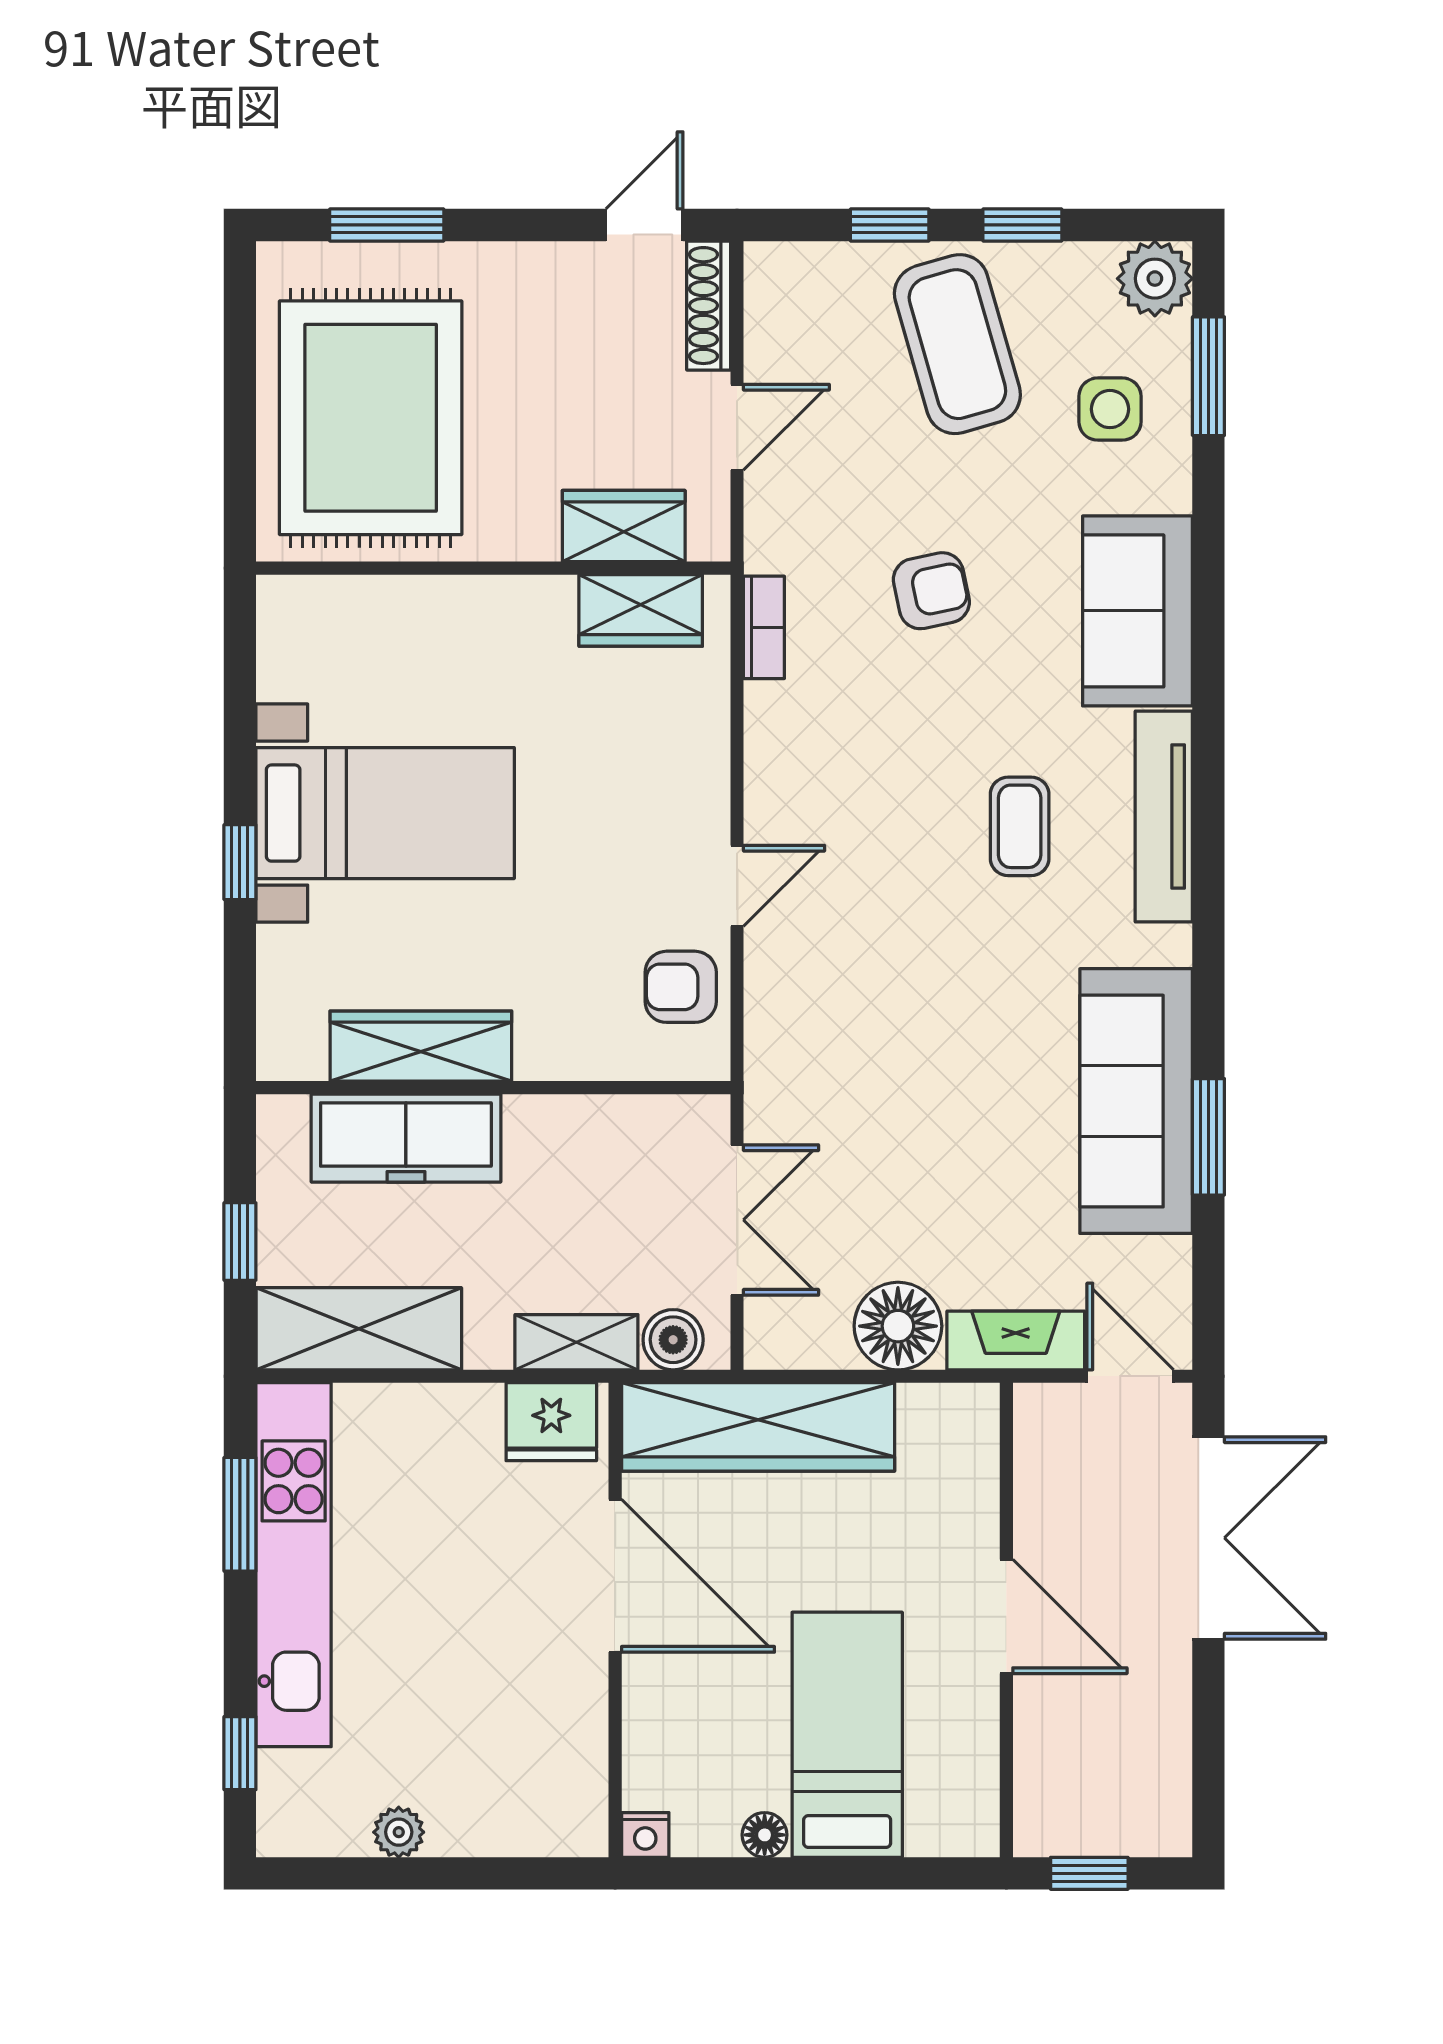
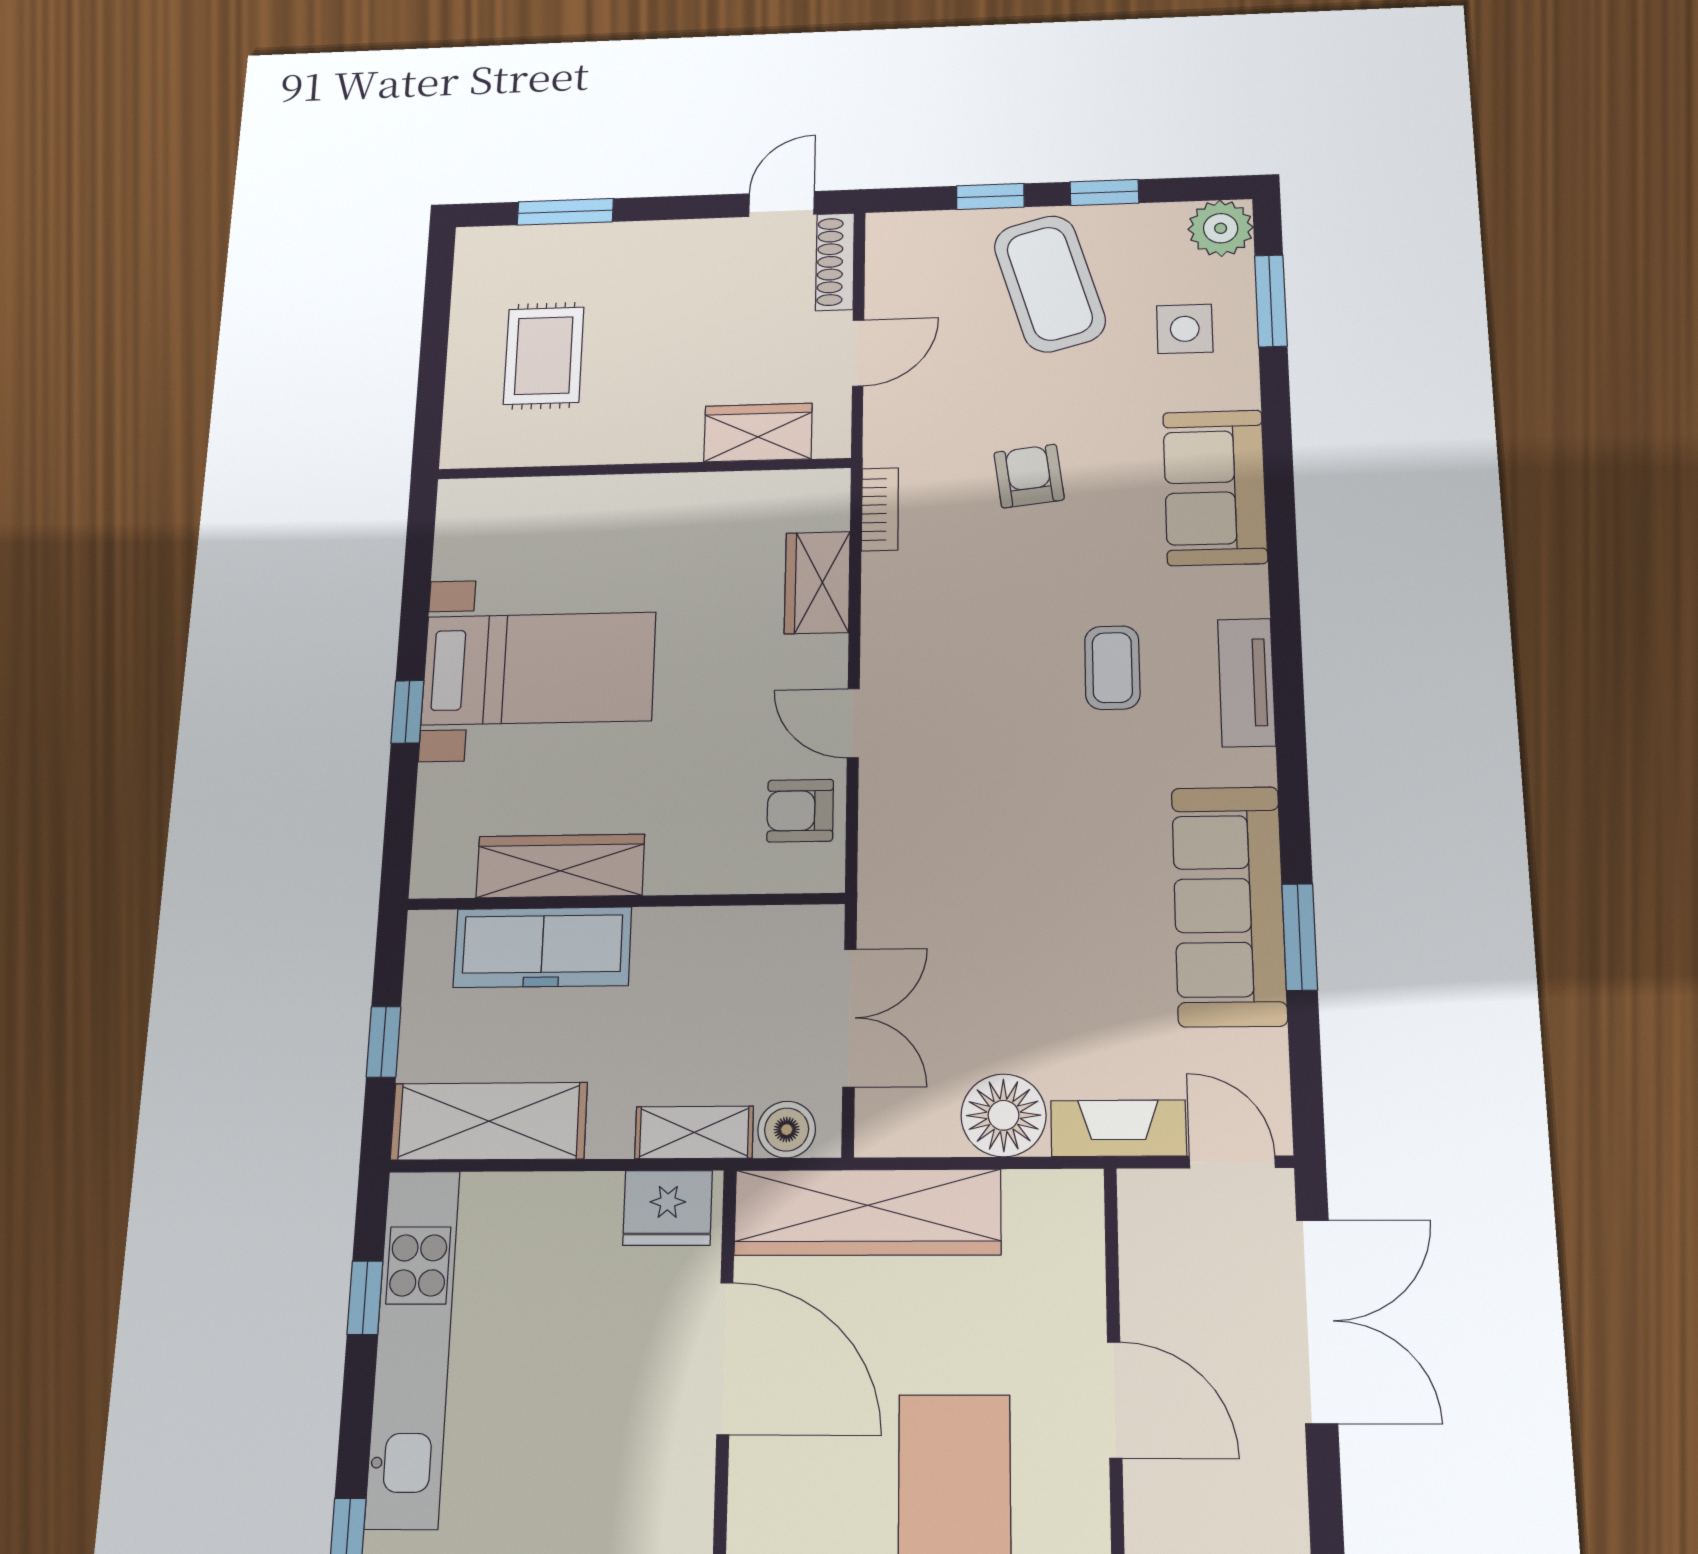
rug: (371, 418) -> (544, 356), width x0.54, depth x0.49
armchair: (931, 591) -> (1029, 476), turned -85
wardrobe: (641, 610) -> (817, 583), moved, turned 90
tv unit: (1164, 817) -> (1246, 682), width x0.71
door: (737, 886) -> (853, 723), swing flipped
window: (240, 1514) -> (365, 1298), width x0.67

